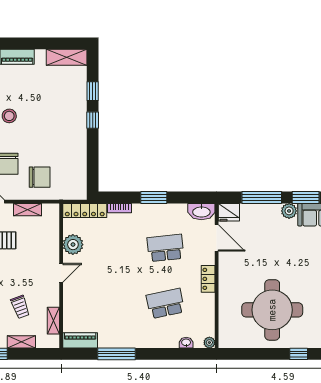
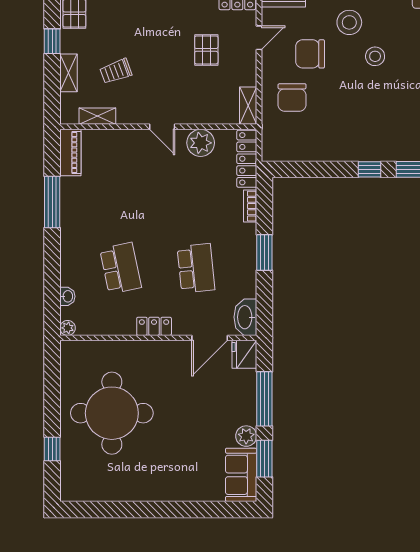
shelving: (27, 210) -> (248, 106), moved

